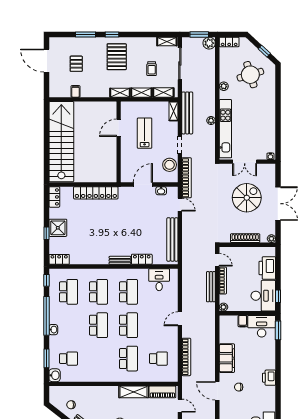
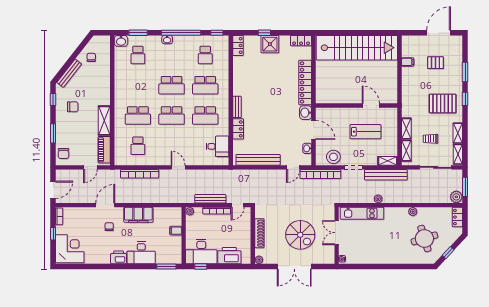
shelving: (120, 93) -> (458, 133), moved
kitchen unit: (225, 129) -> (362, 213), width x0.73
washbasin: (126, 192) -> (306, 113), added
school desk: (69, 292) -> (205, 55), width x0.54
desk: (262, 326) -> (141, 253), moved, turned 90

